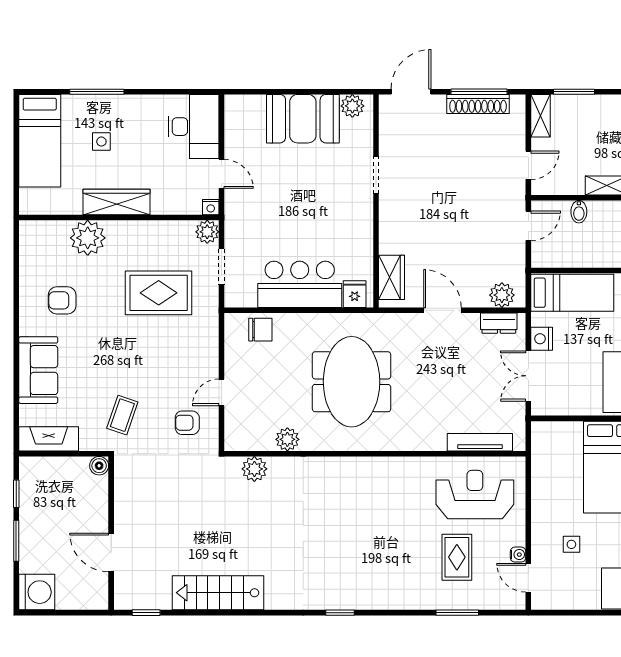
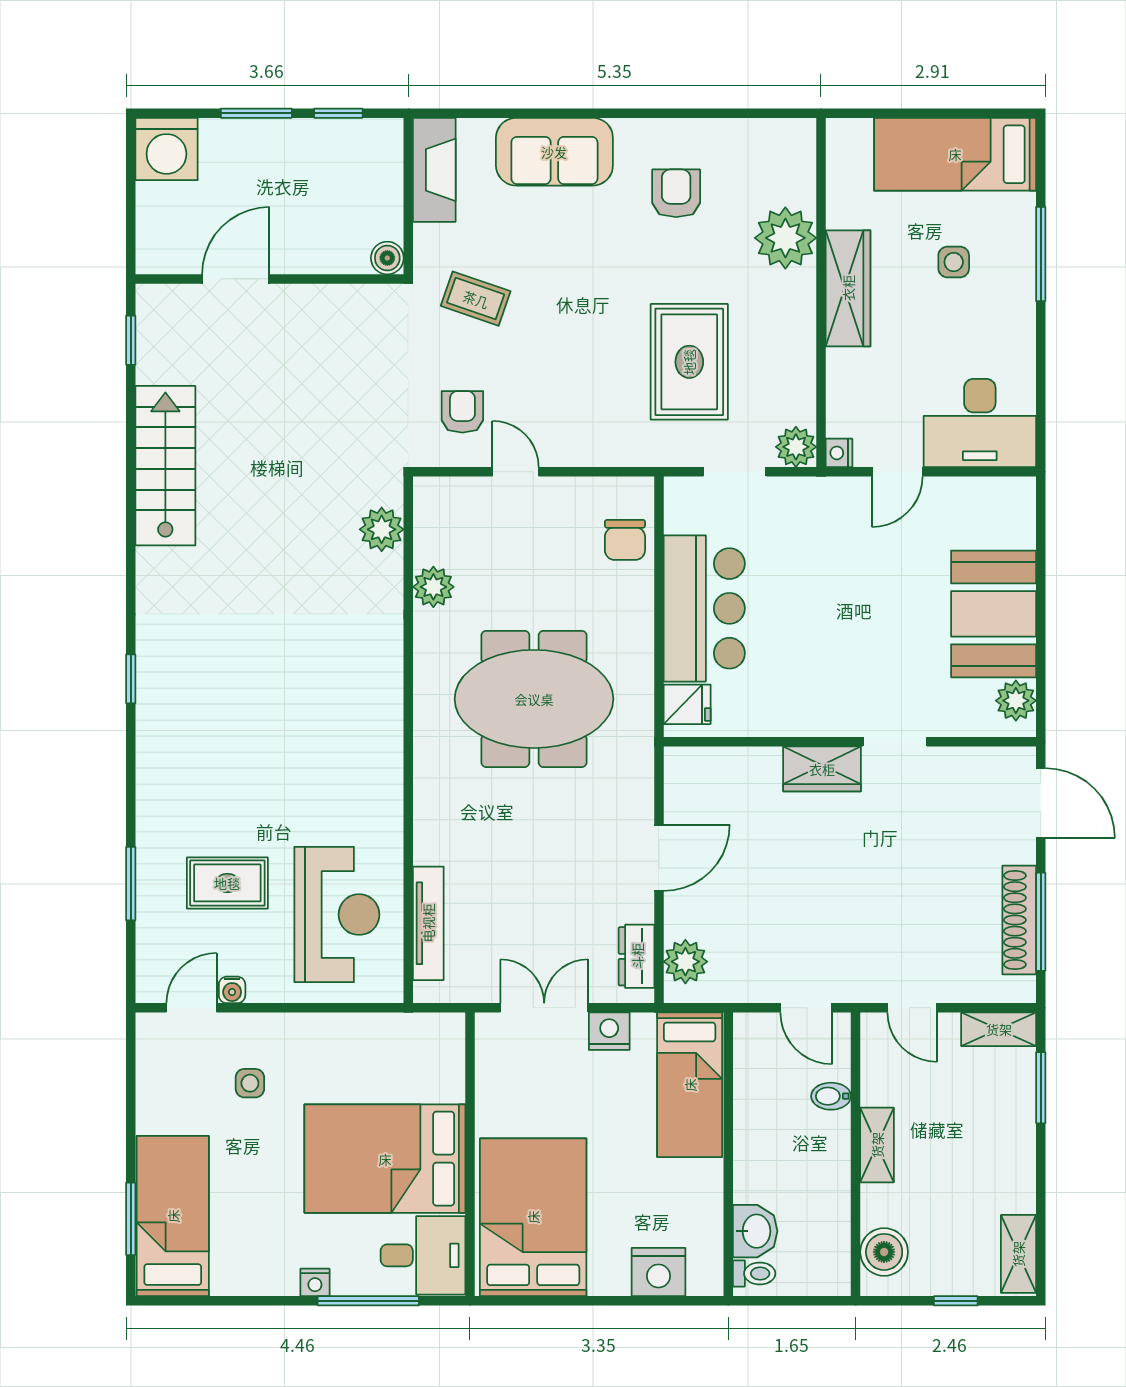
wardrobe: (392, 277) -> (822, 769), moved

